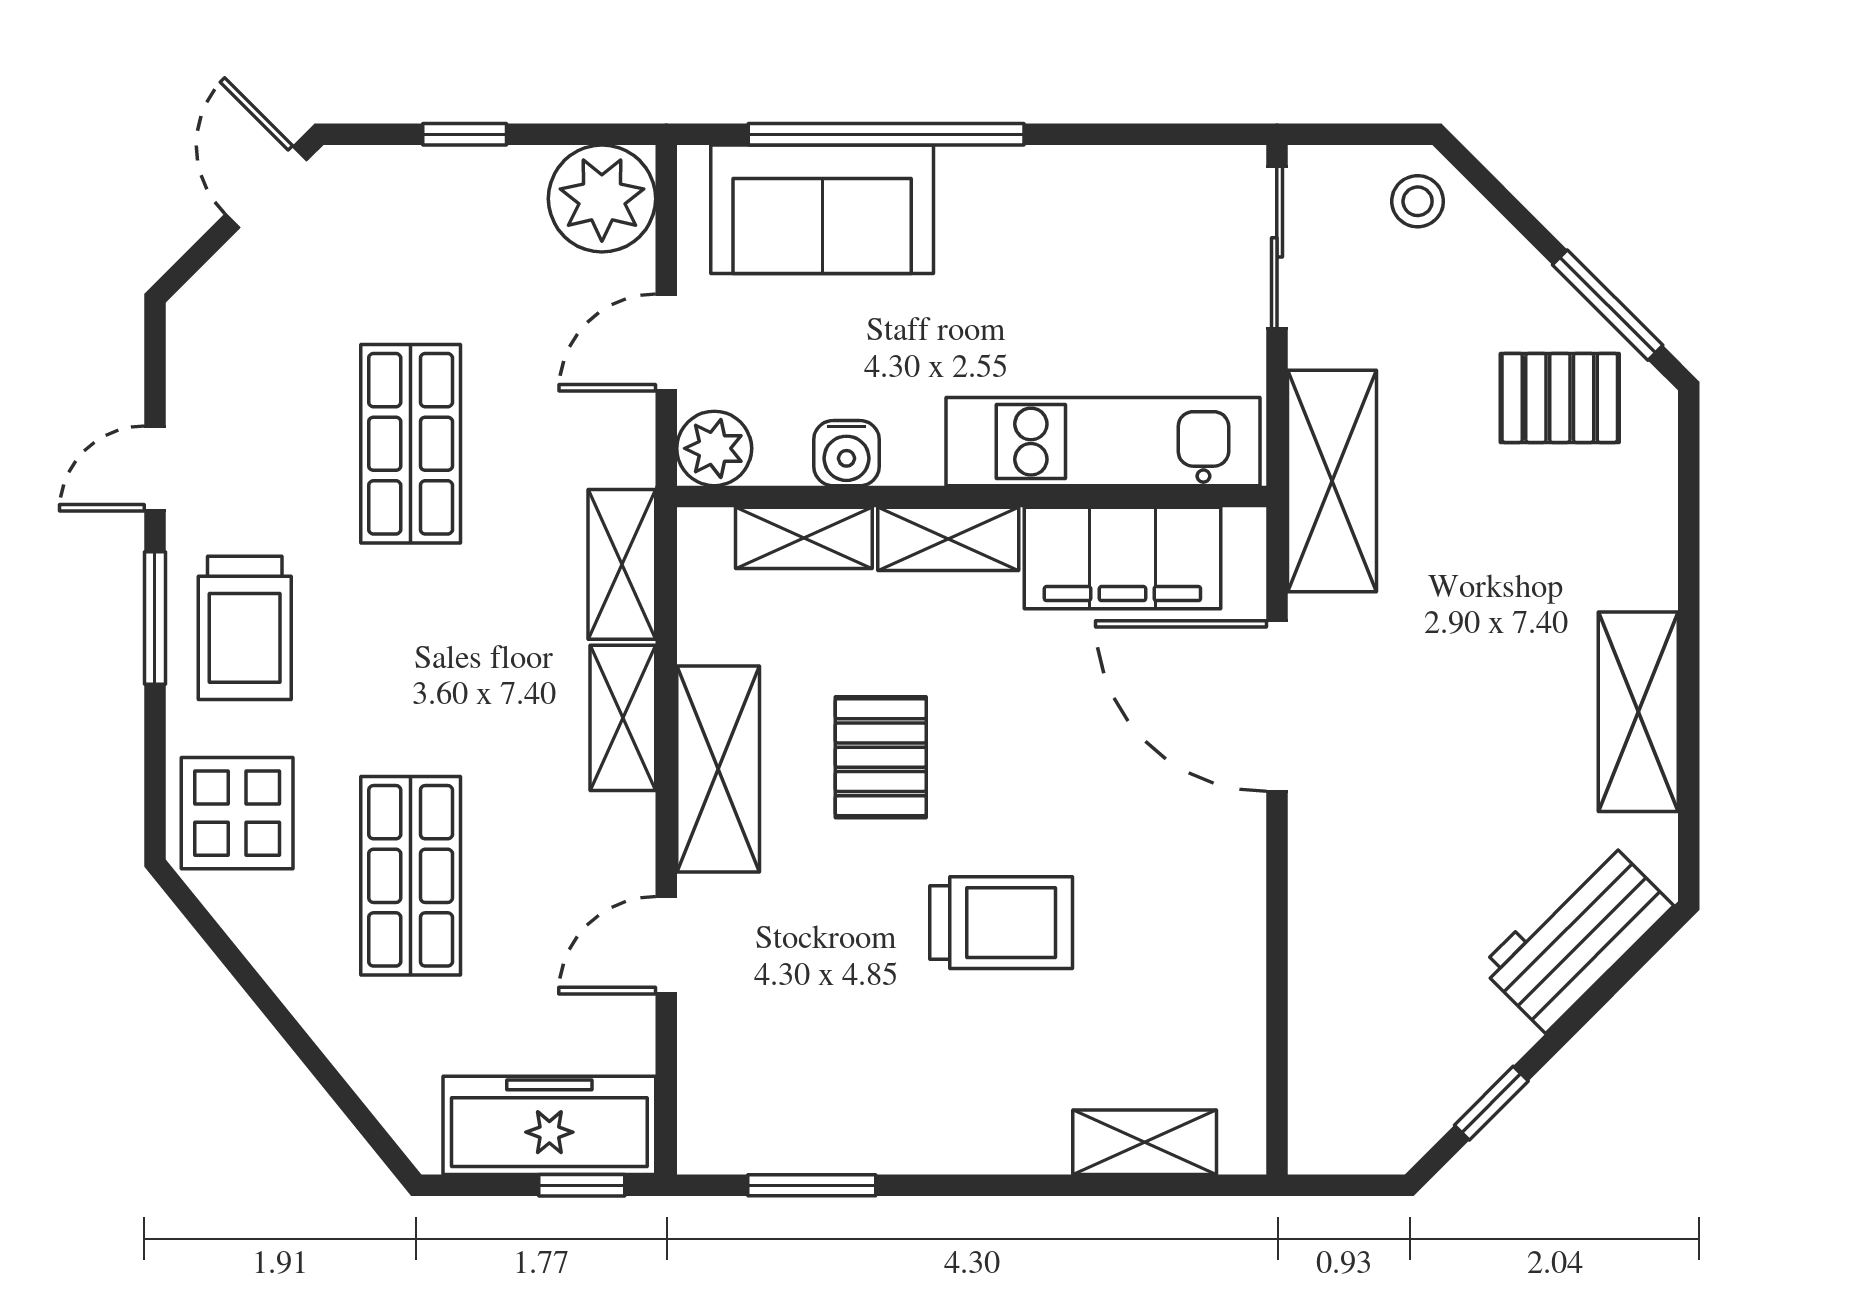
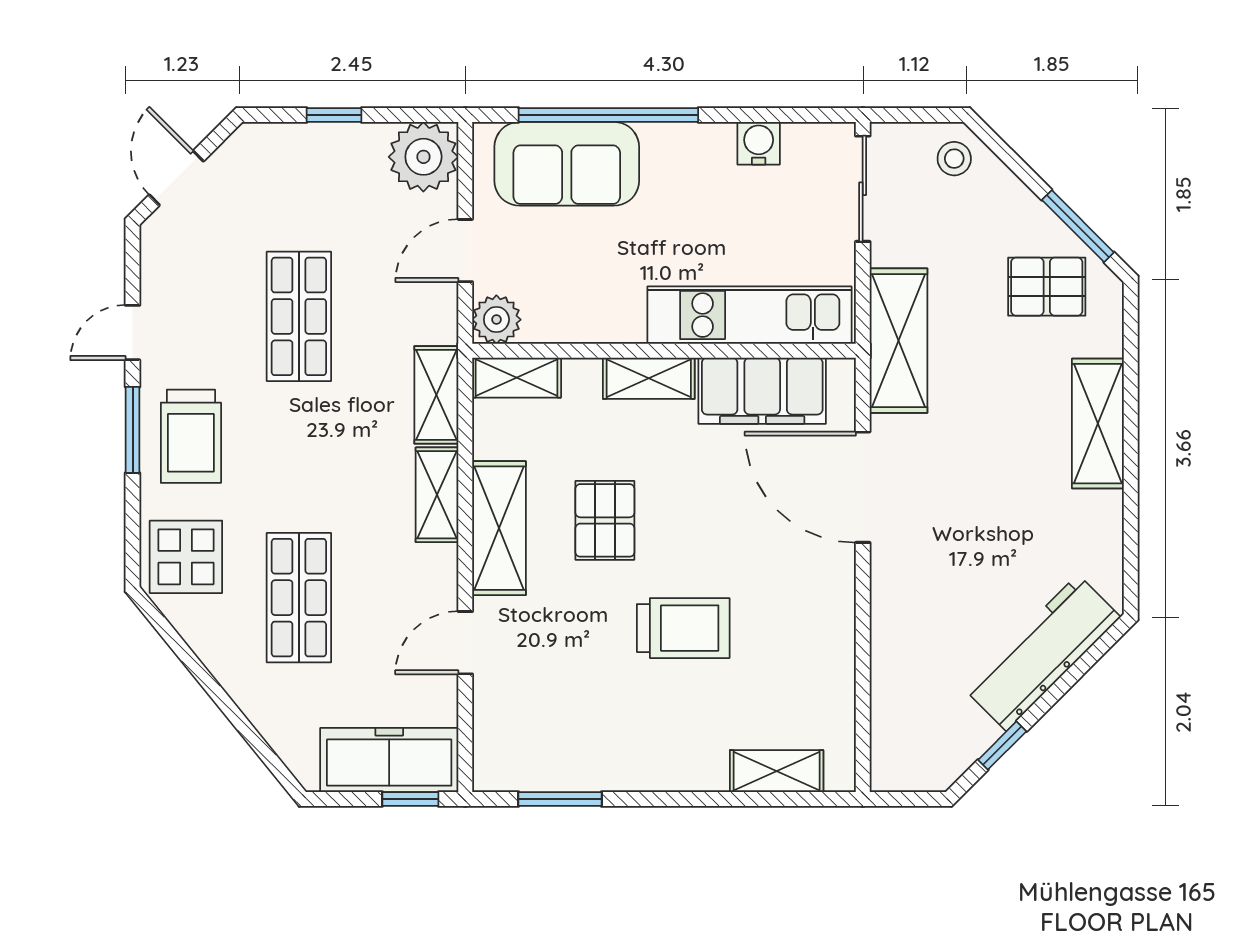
door: (266, 187) -> (176, 178), moved
water cooler: (847, 453) -> (759, 143), moved, turned 180
shelving: (804, 538) -> (517, 378), moved
shelving: (1638, 712) -> (1098, 424), moved
workbench: (1577, 937) -> (1042, 653), width x1.38

